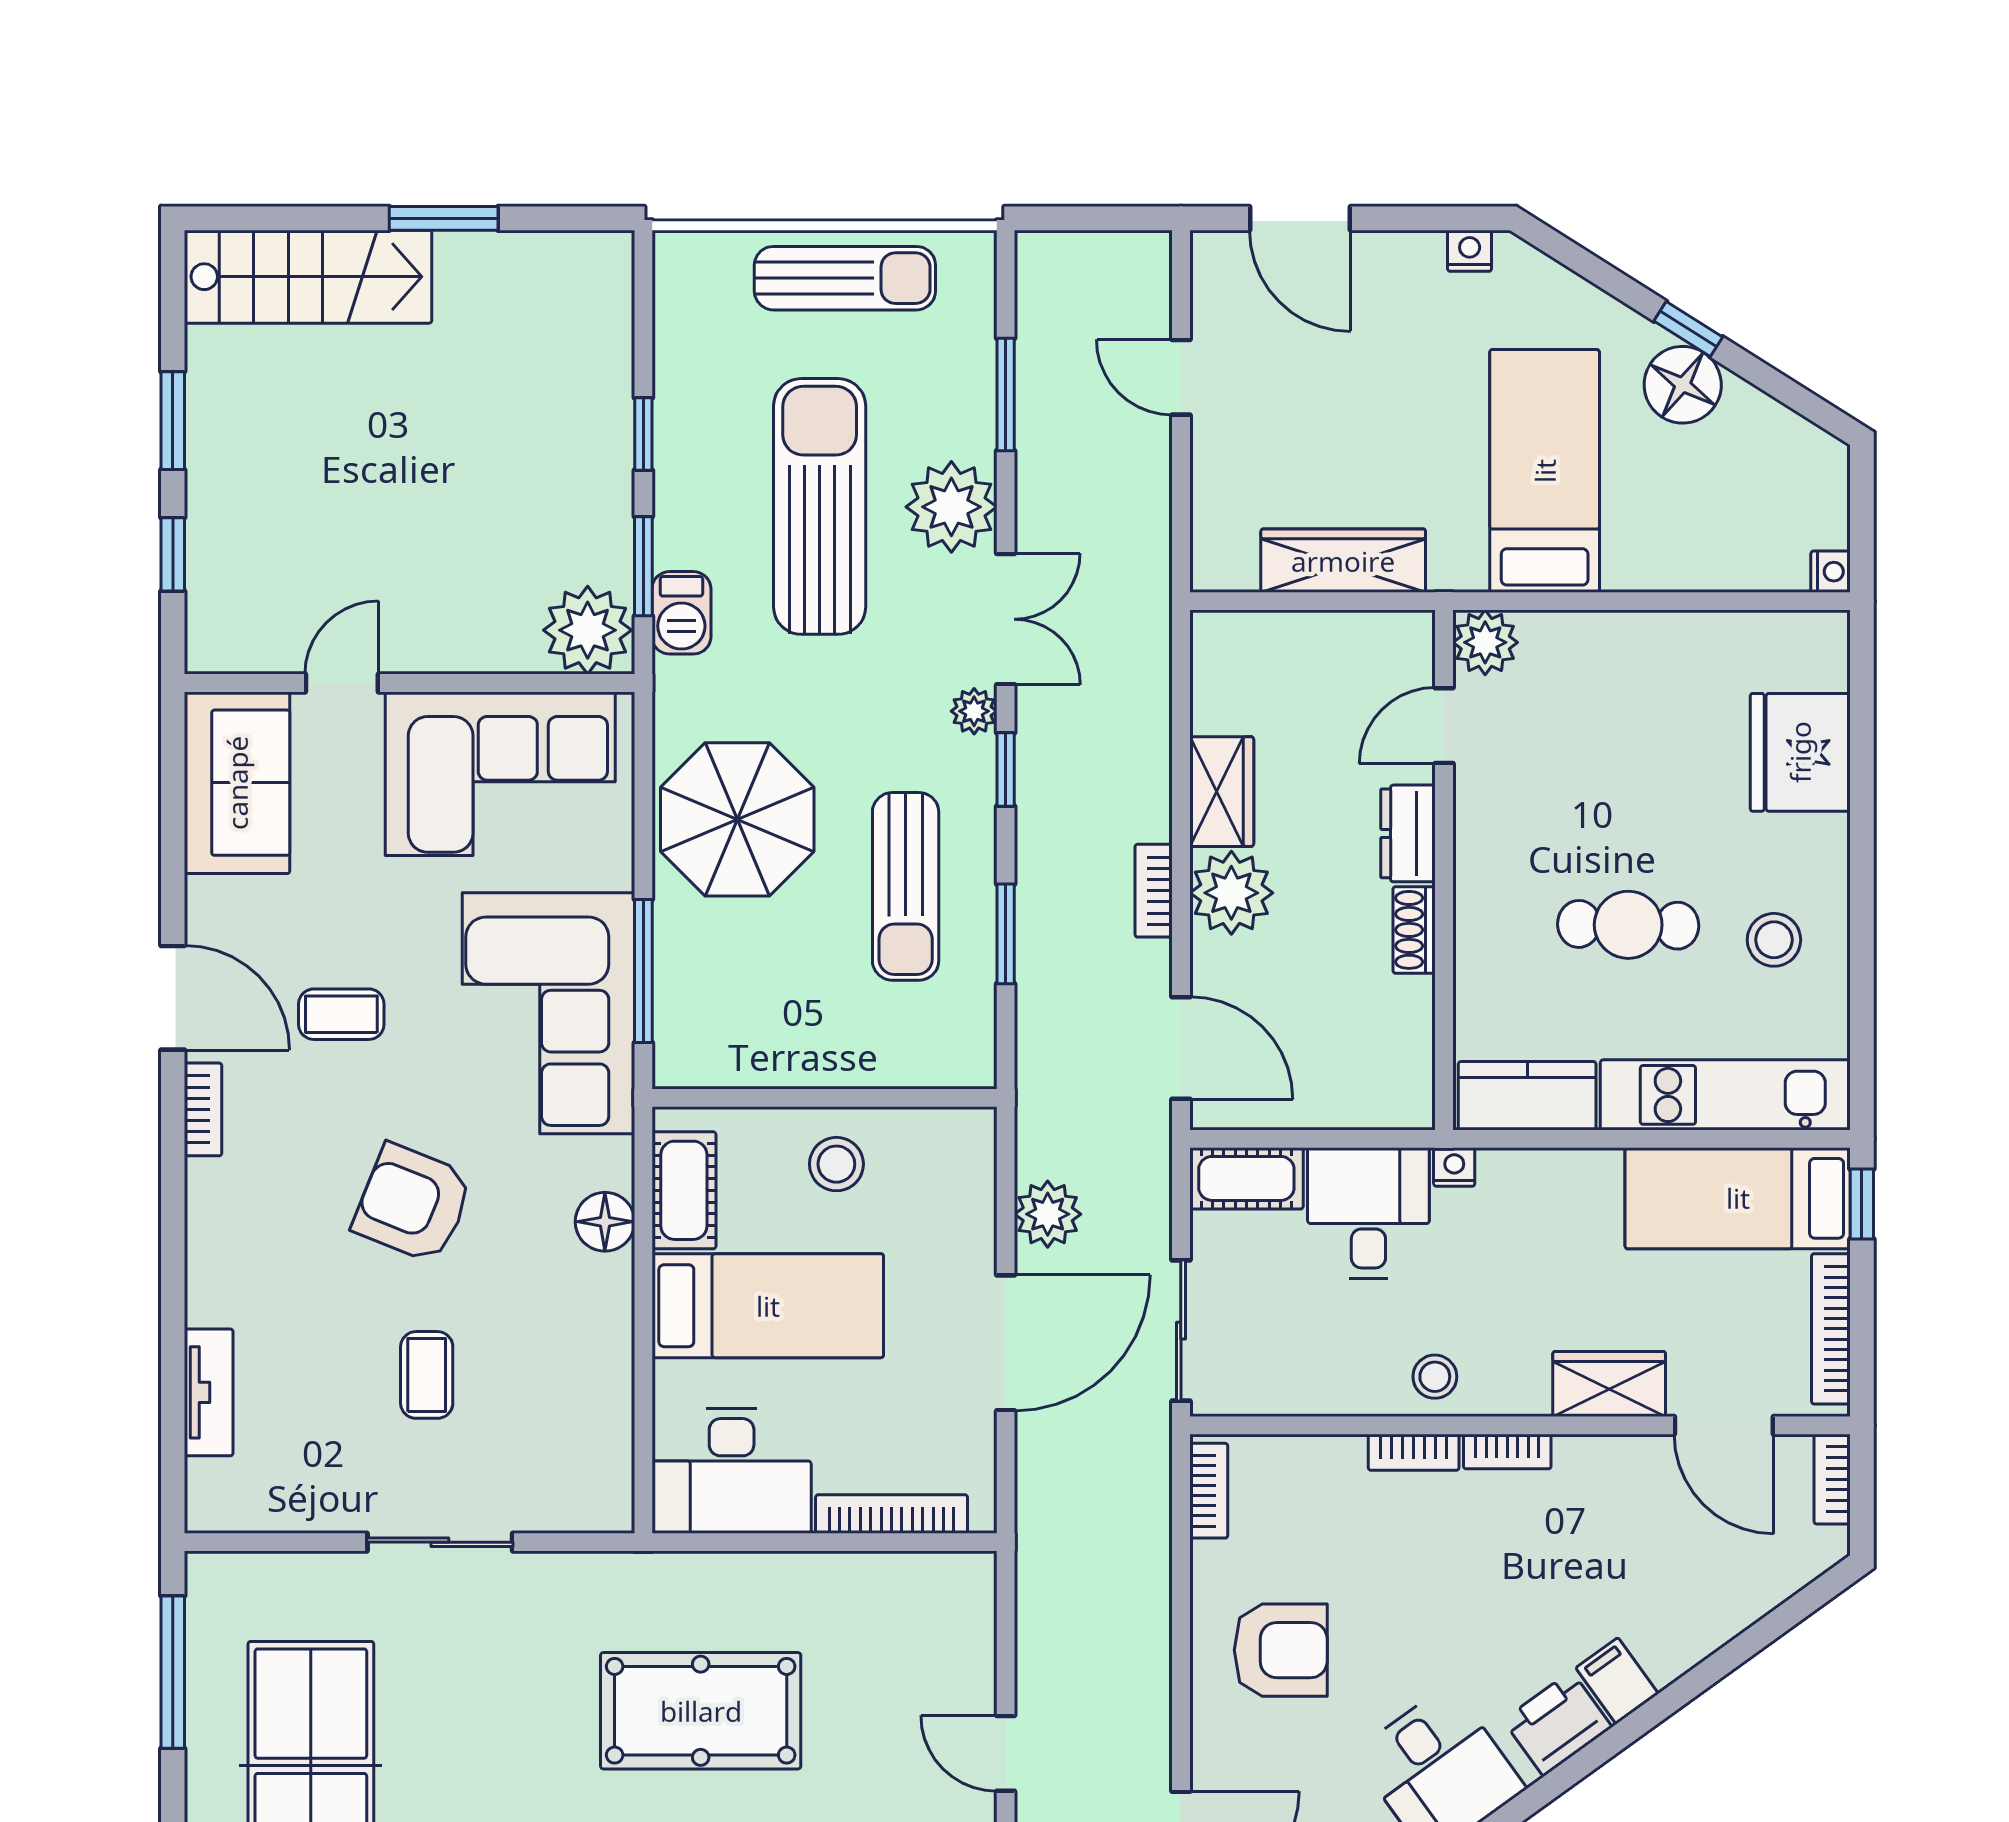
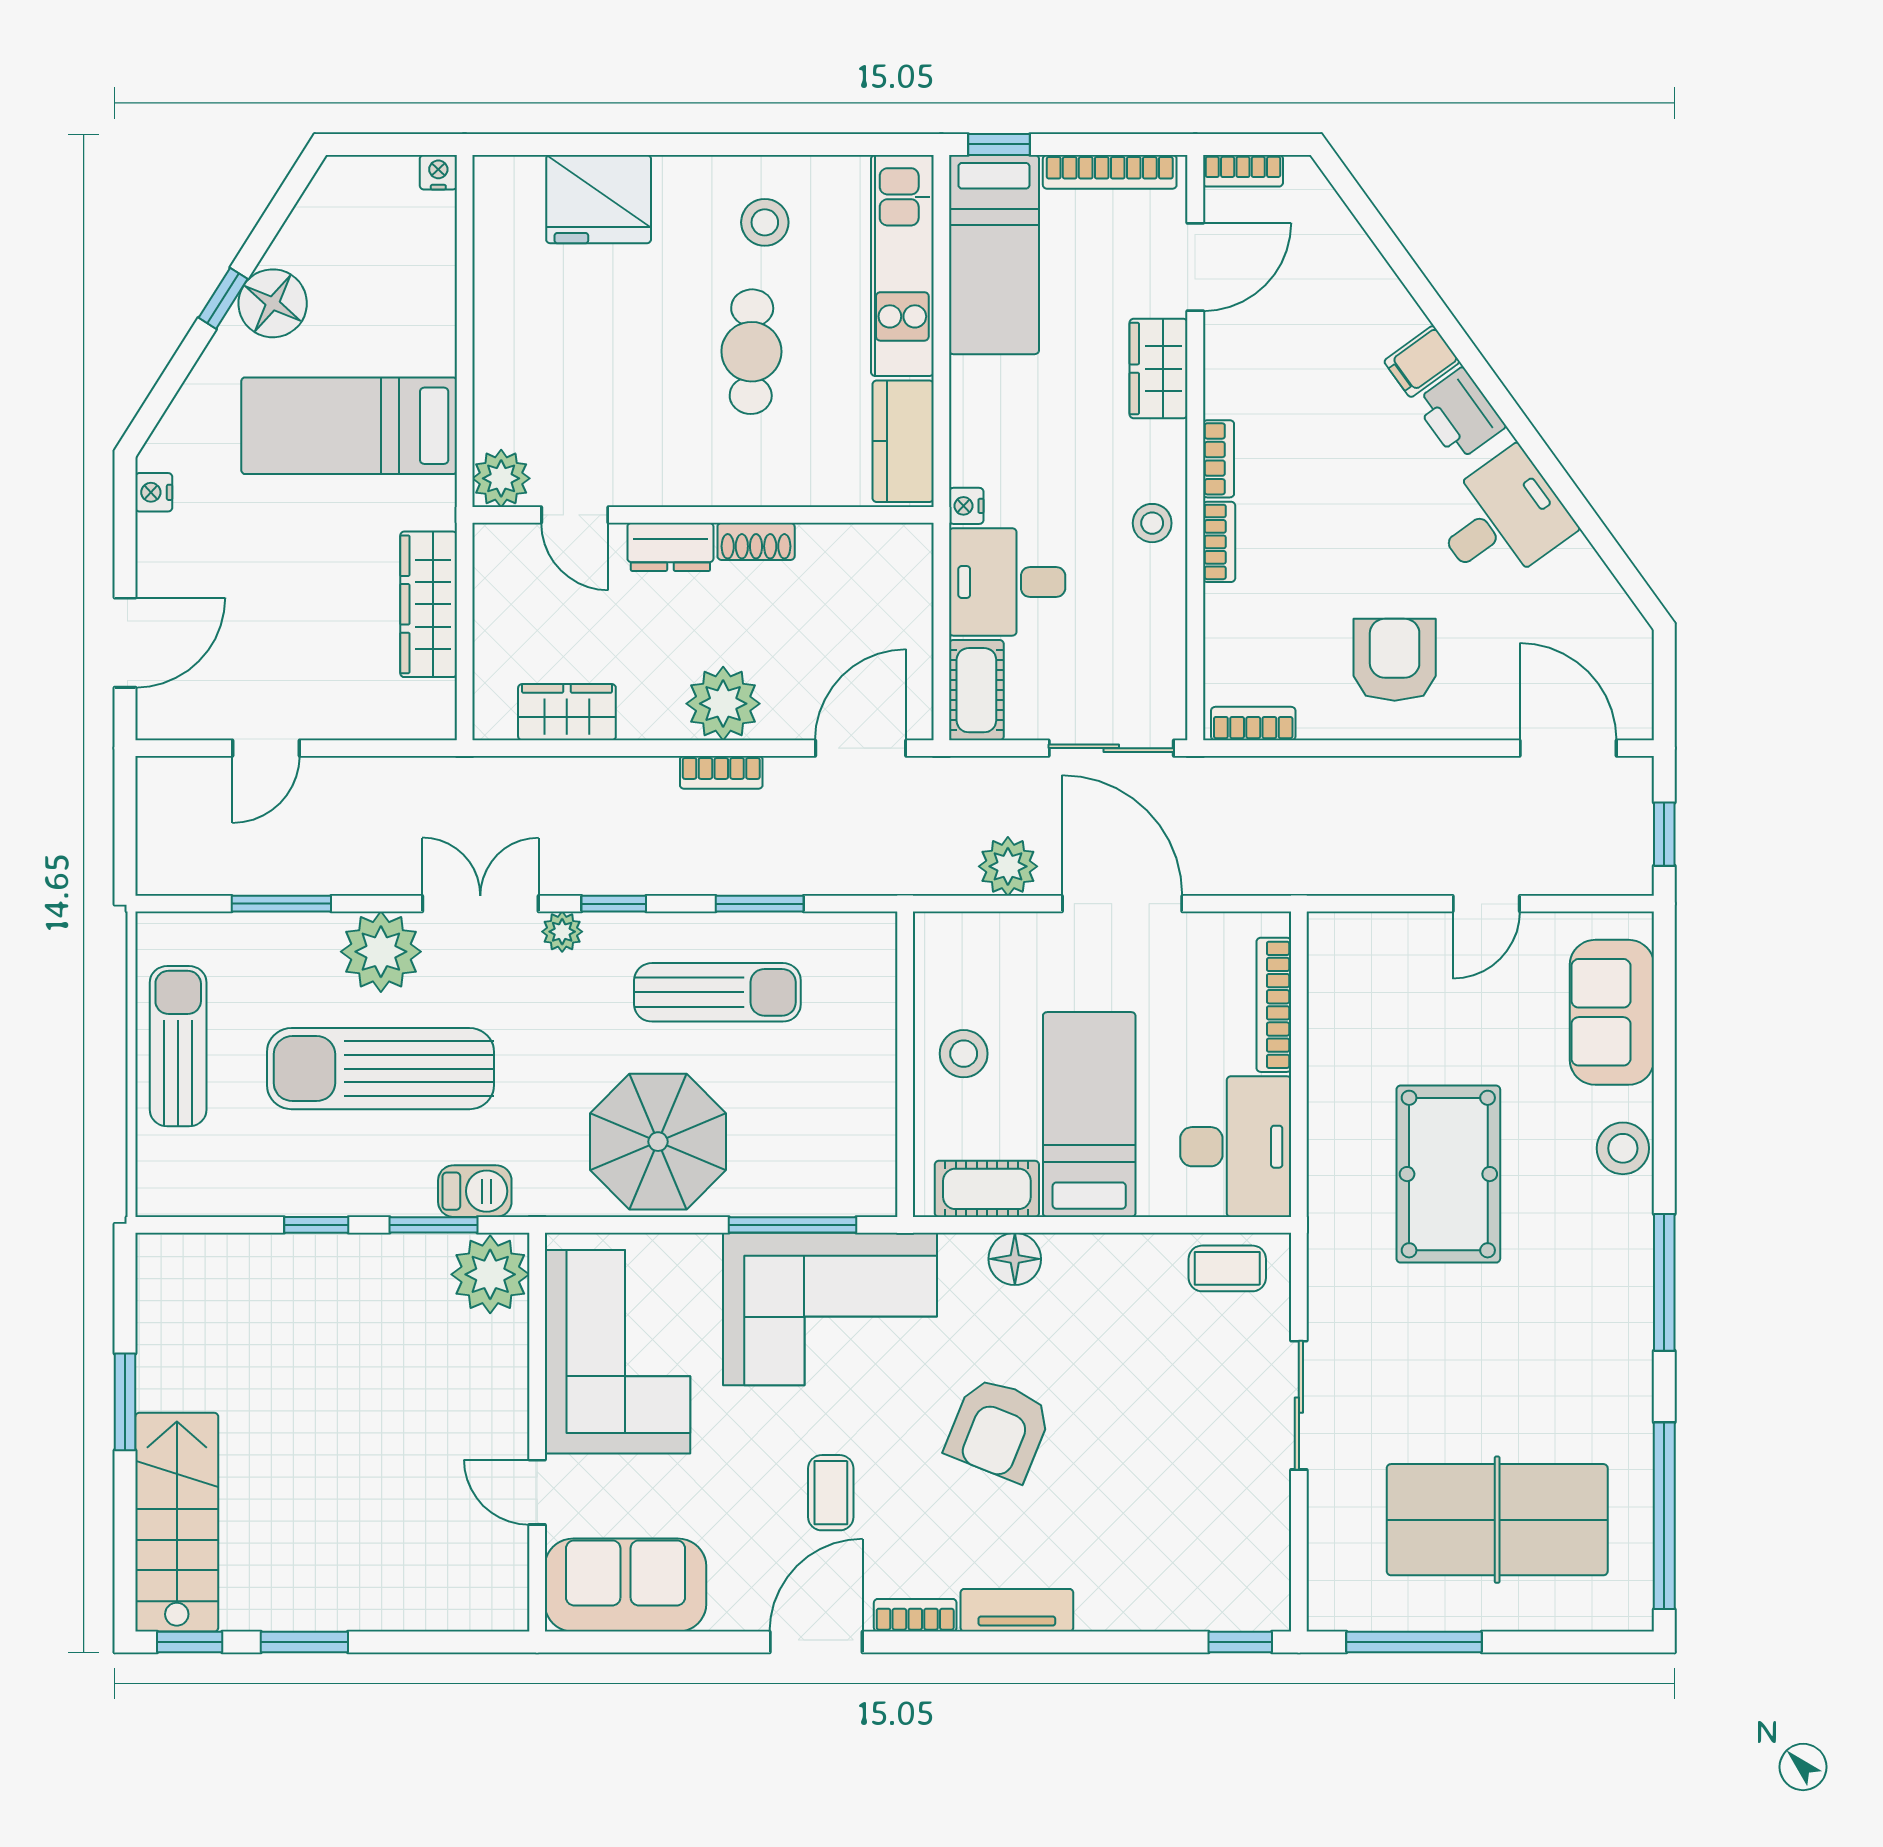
window: (173, 554) -> (190, 1642), moved
wardrobe: (1222, 792) -> (567, 712), moved
coffee table: (427, 1375) -> (1227, 1268), moved
tv unit: (209, 1392) -> (1017, 1610), moved
window: (173, 1476) -> (1240, 1642), added

